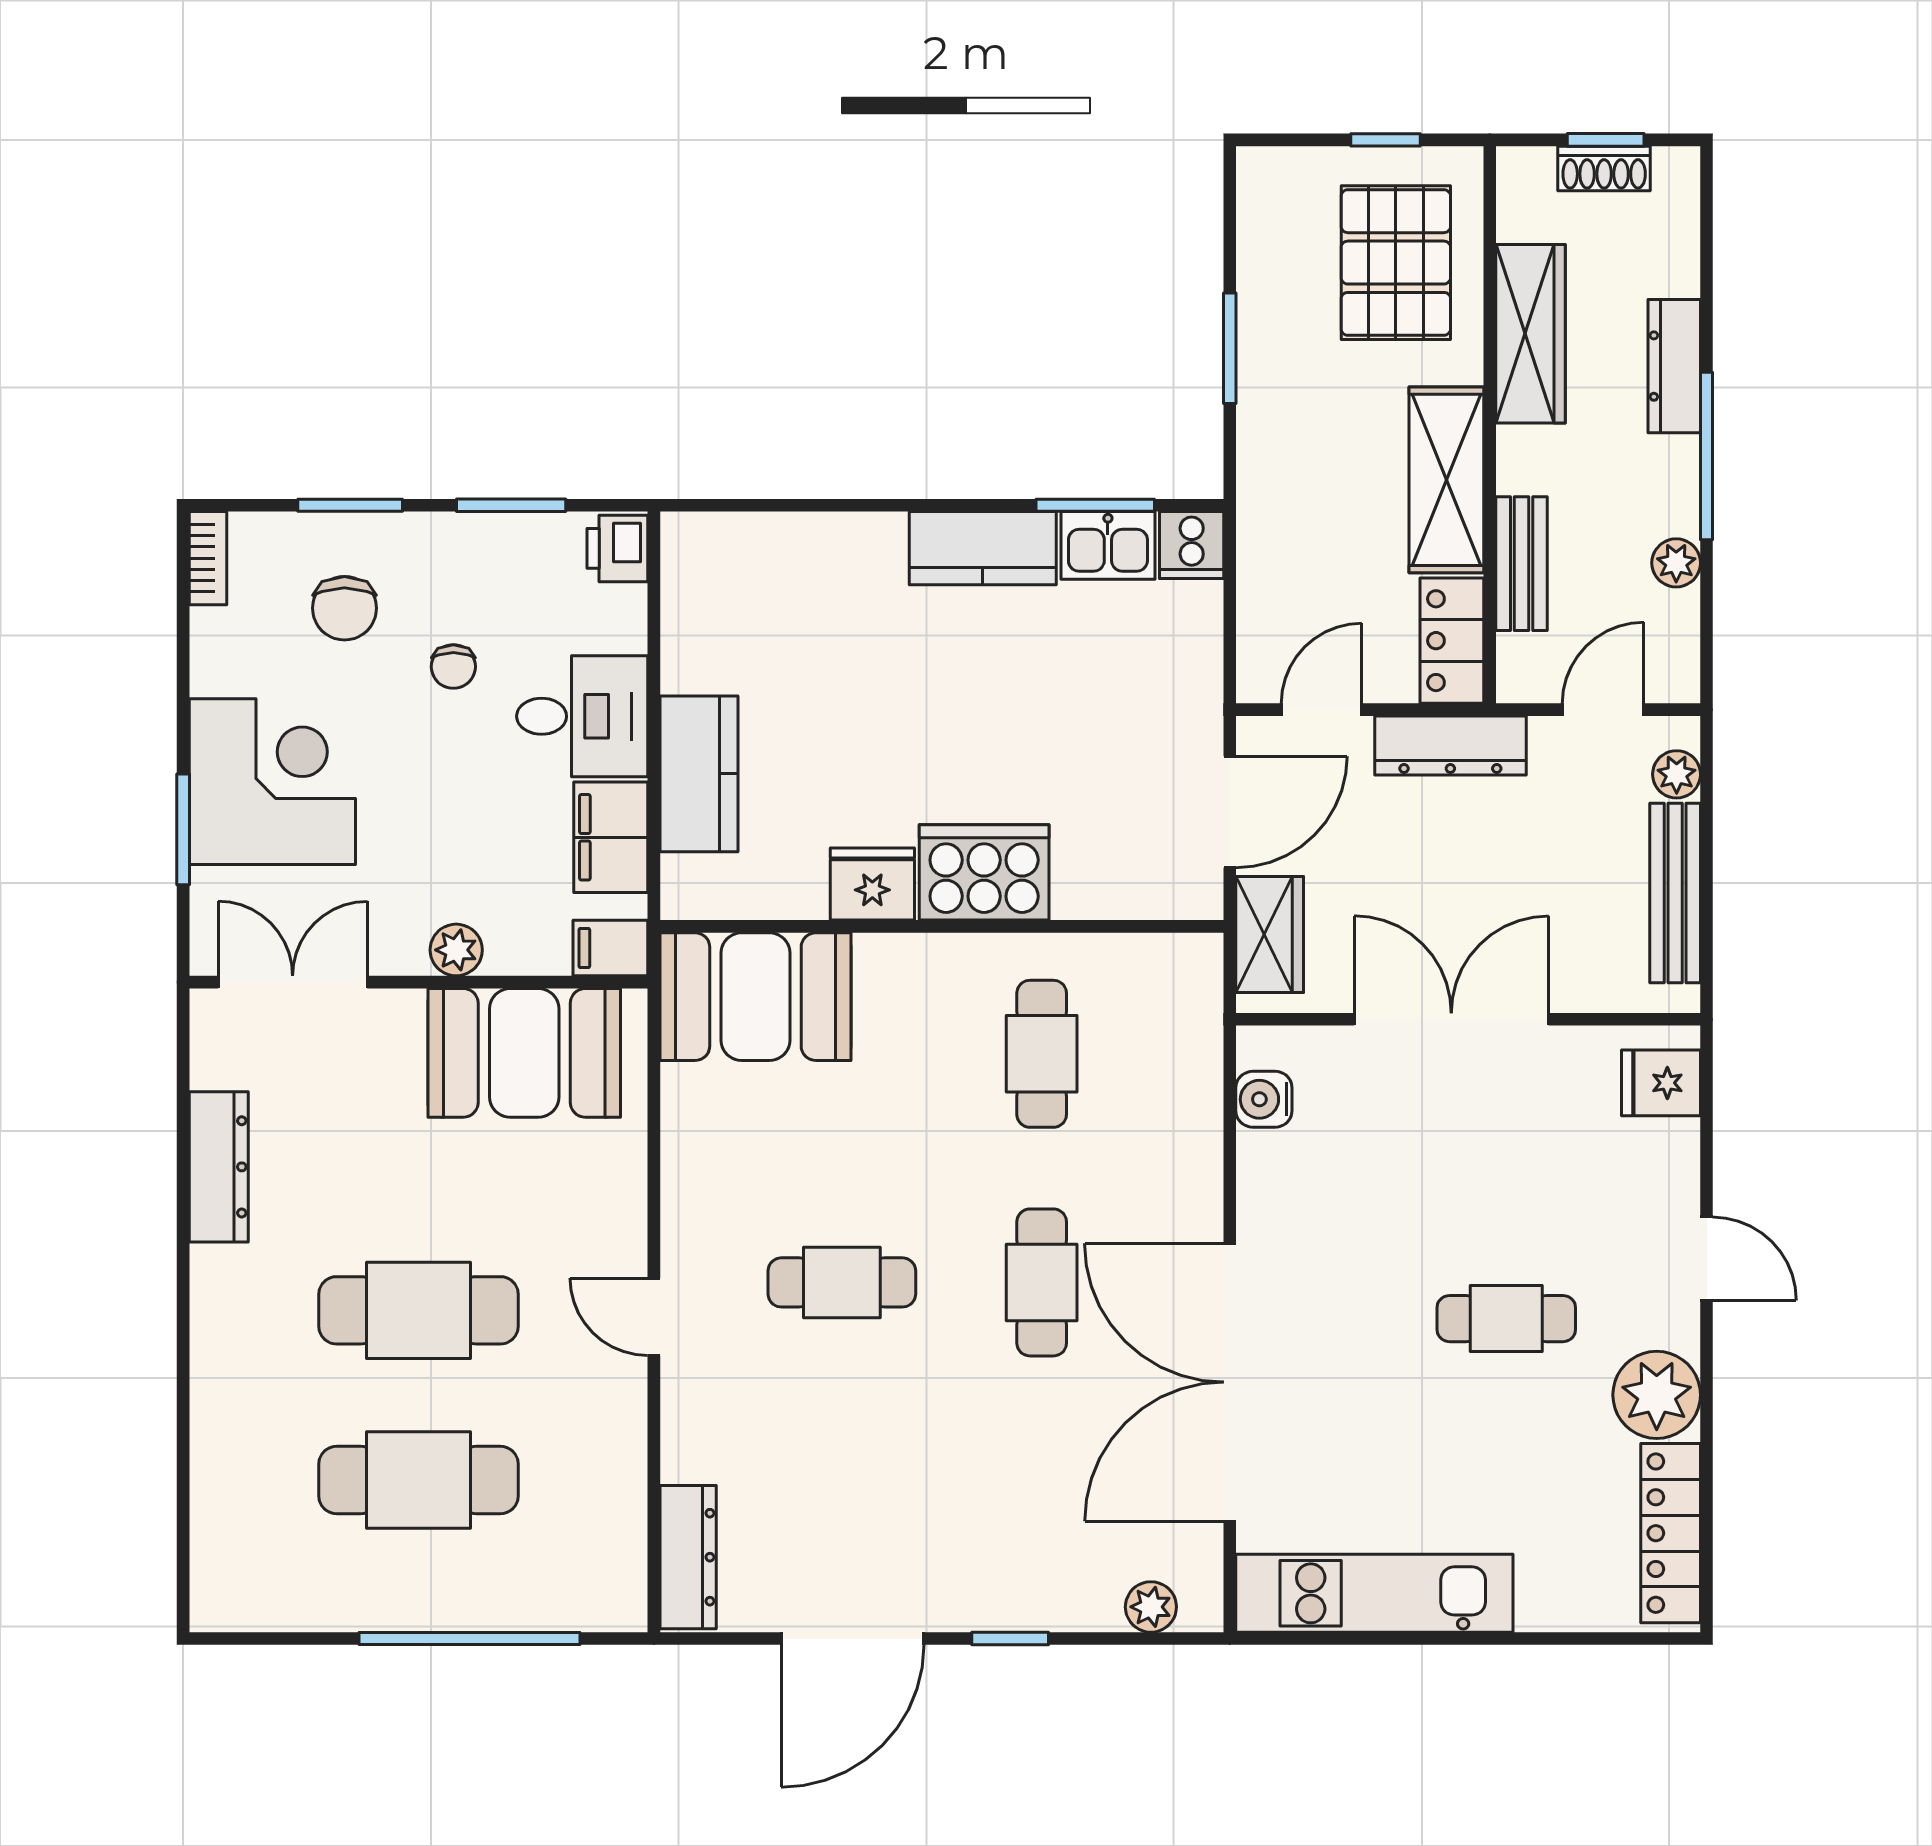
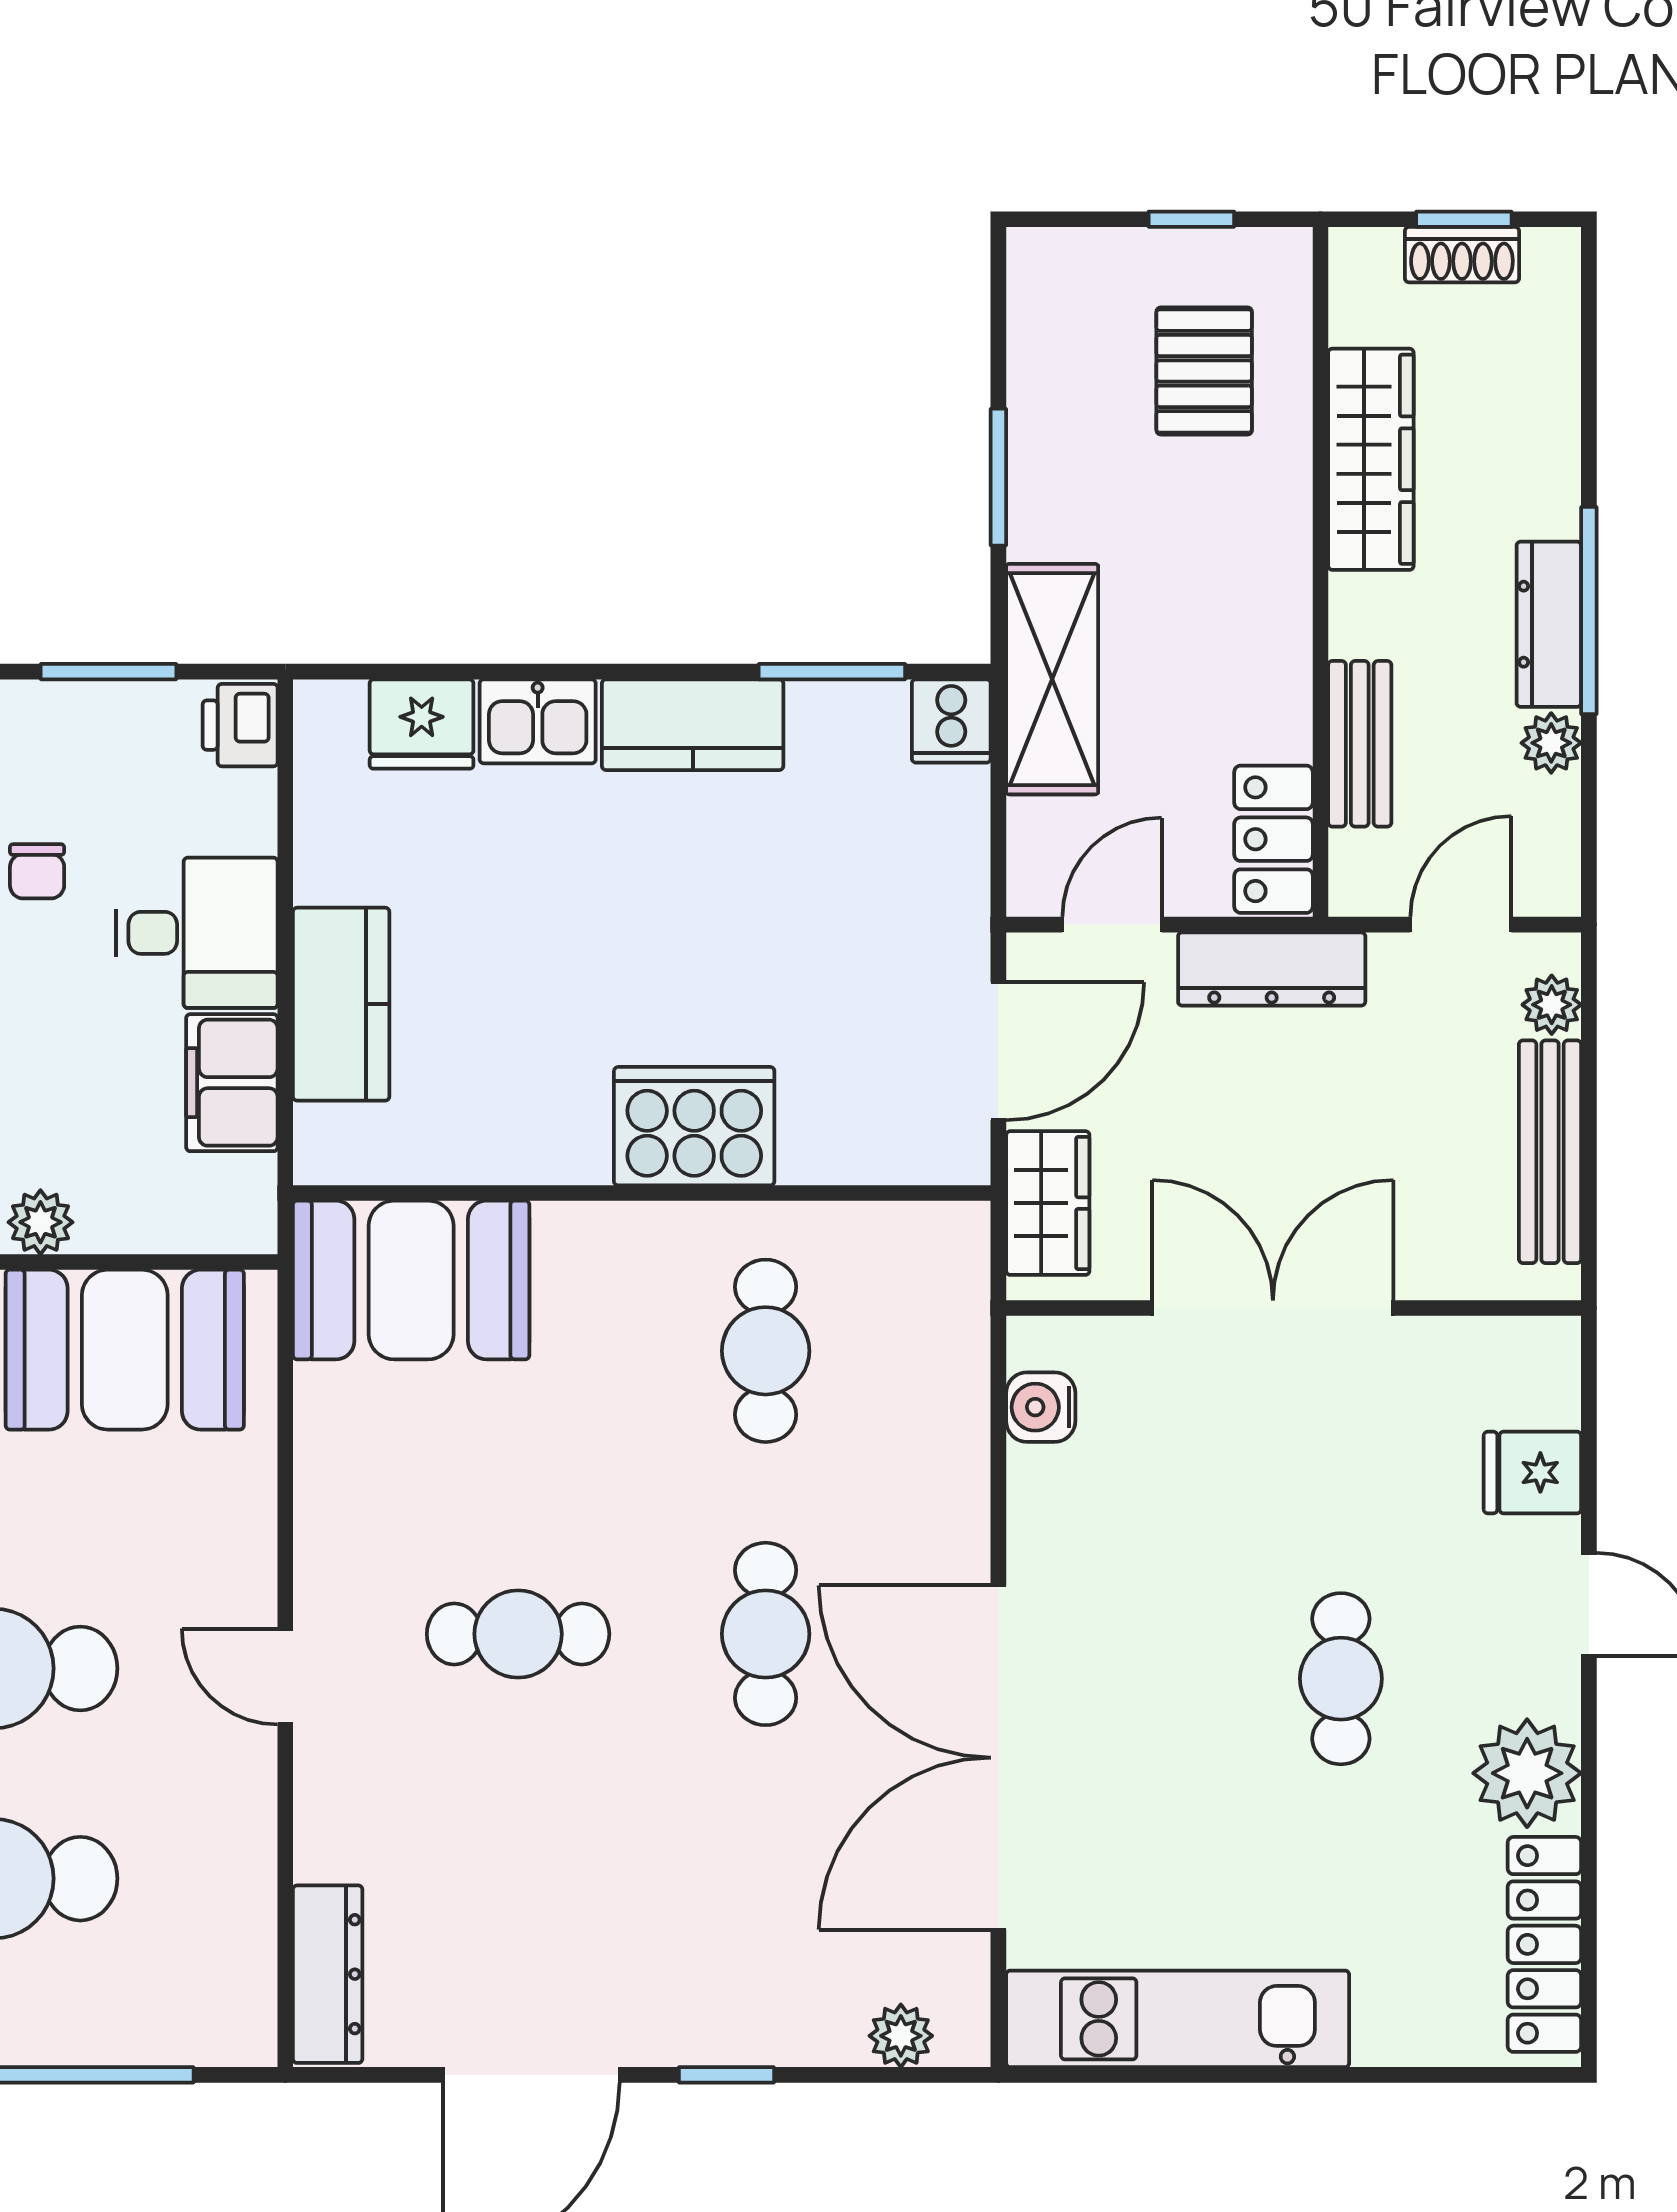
pallet: (1396, 263) -> (1204, 371), width x0.67, depth x0.71
dresser: (1674, 366) -> (1549, 624), moved
shelving: (1446, 480) -> (1052, 679), moved
kitchen sink: (1108, 545) -> (538, 721), moved
fridge: (872, 884) -> (422, 724), moved, turned 180
filing cabinet: (610, 948) -> (231, 1220), removed
fridge: (1661, 1083) -> (1532, 1472), moved
cafe table: (1506, 1319) -> (1341, 1679), turned 90

